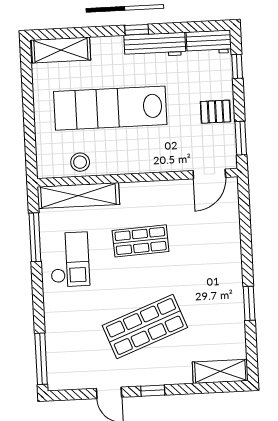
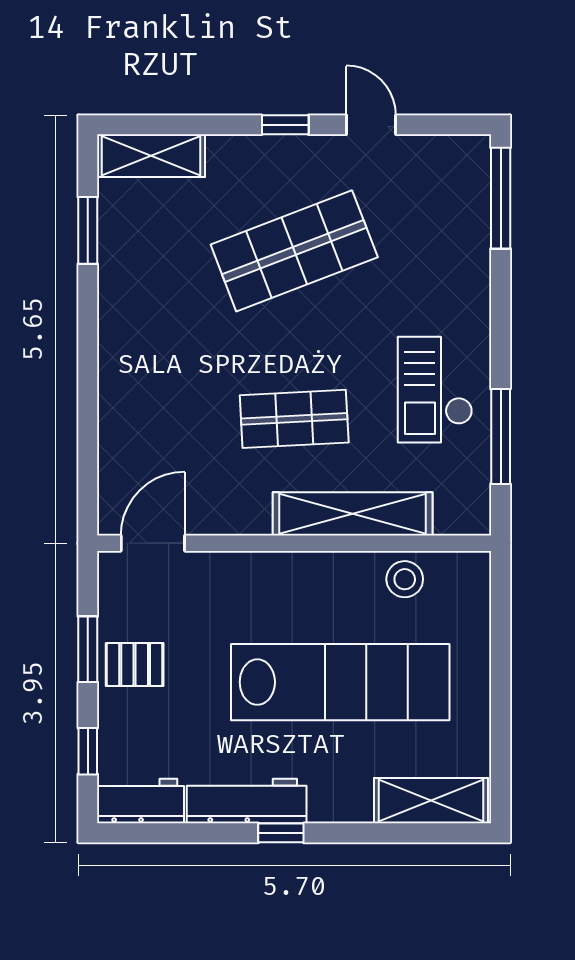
window: (241, 138) -> (88, 649), moved
shelving: (78, 196) -> (353, 514), moved
window: (249, 303) -> (88, 230), moved

